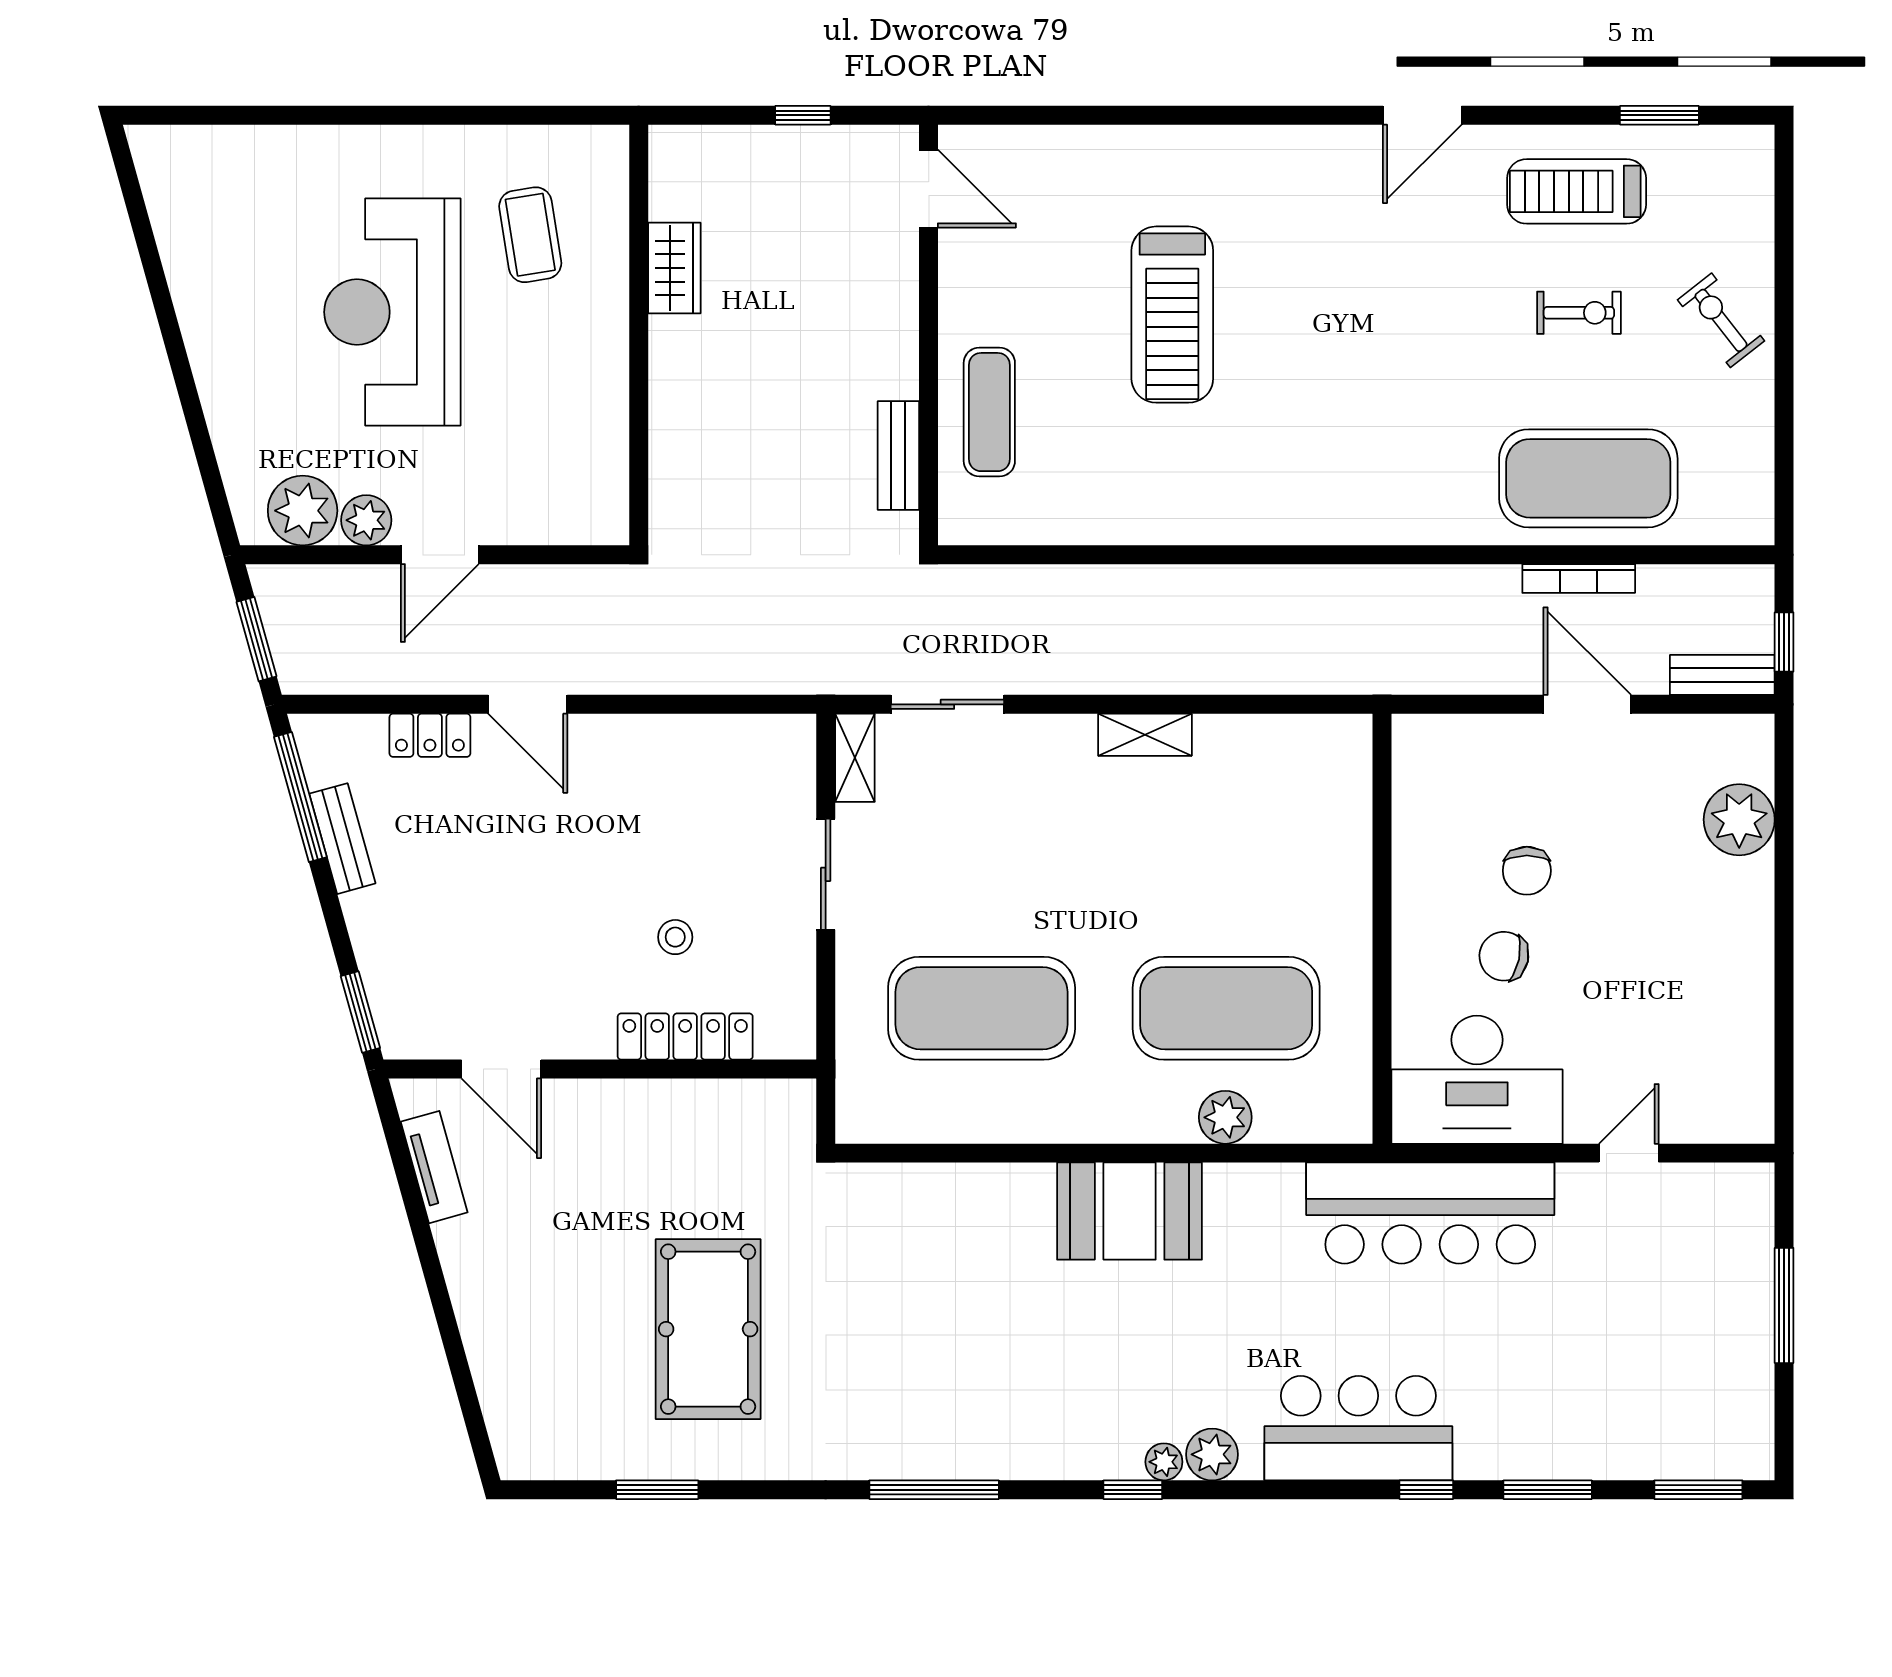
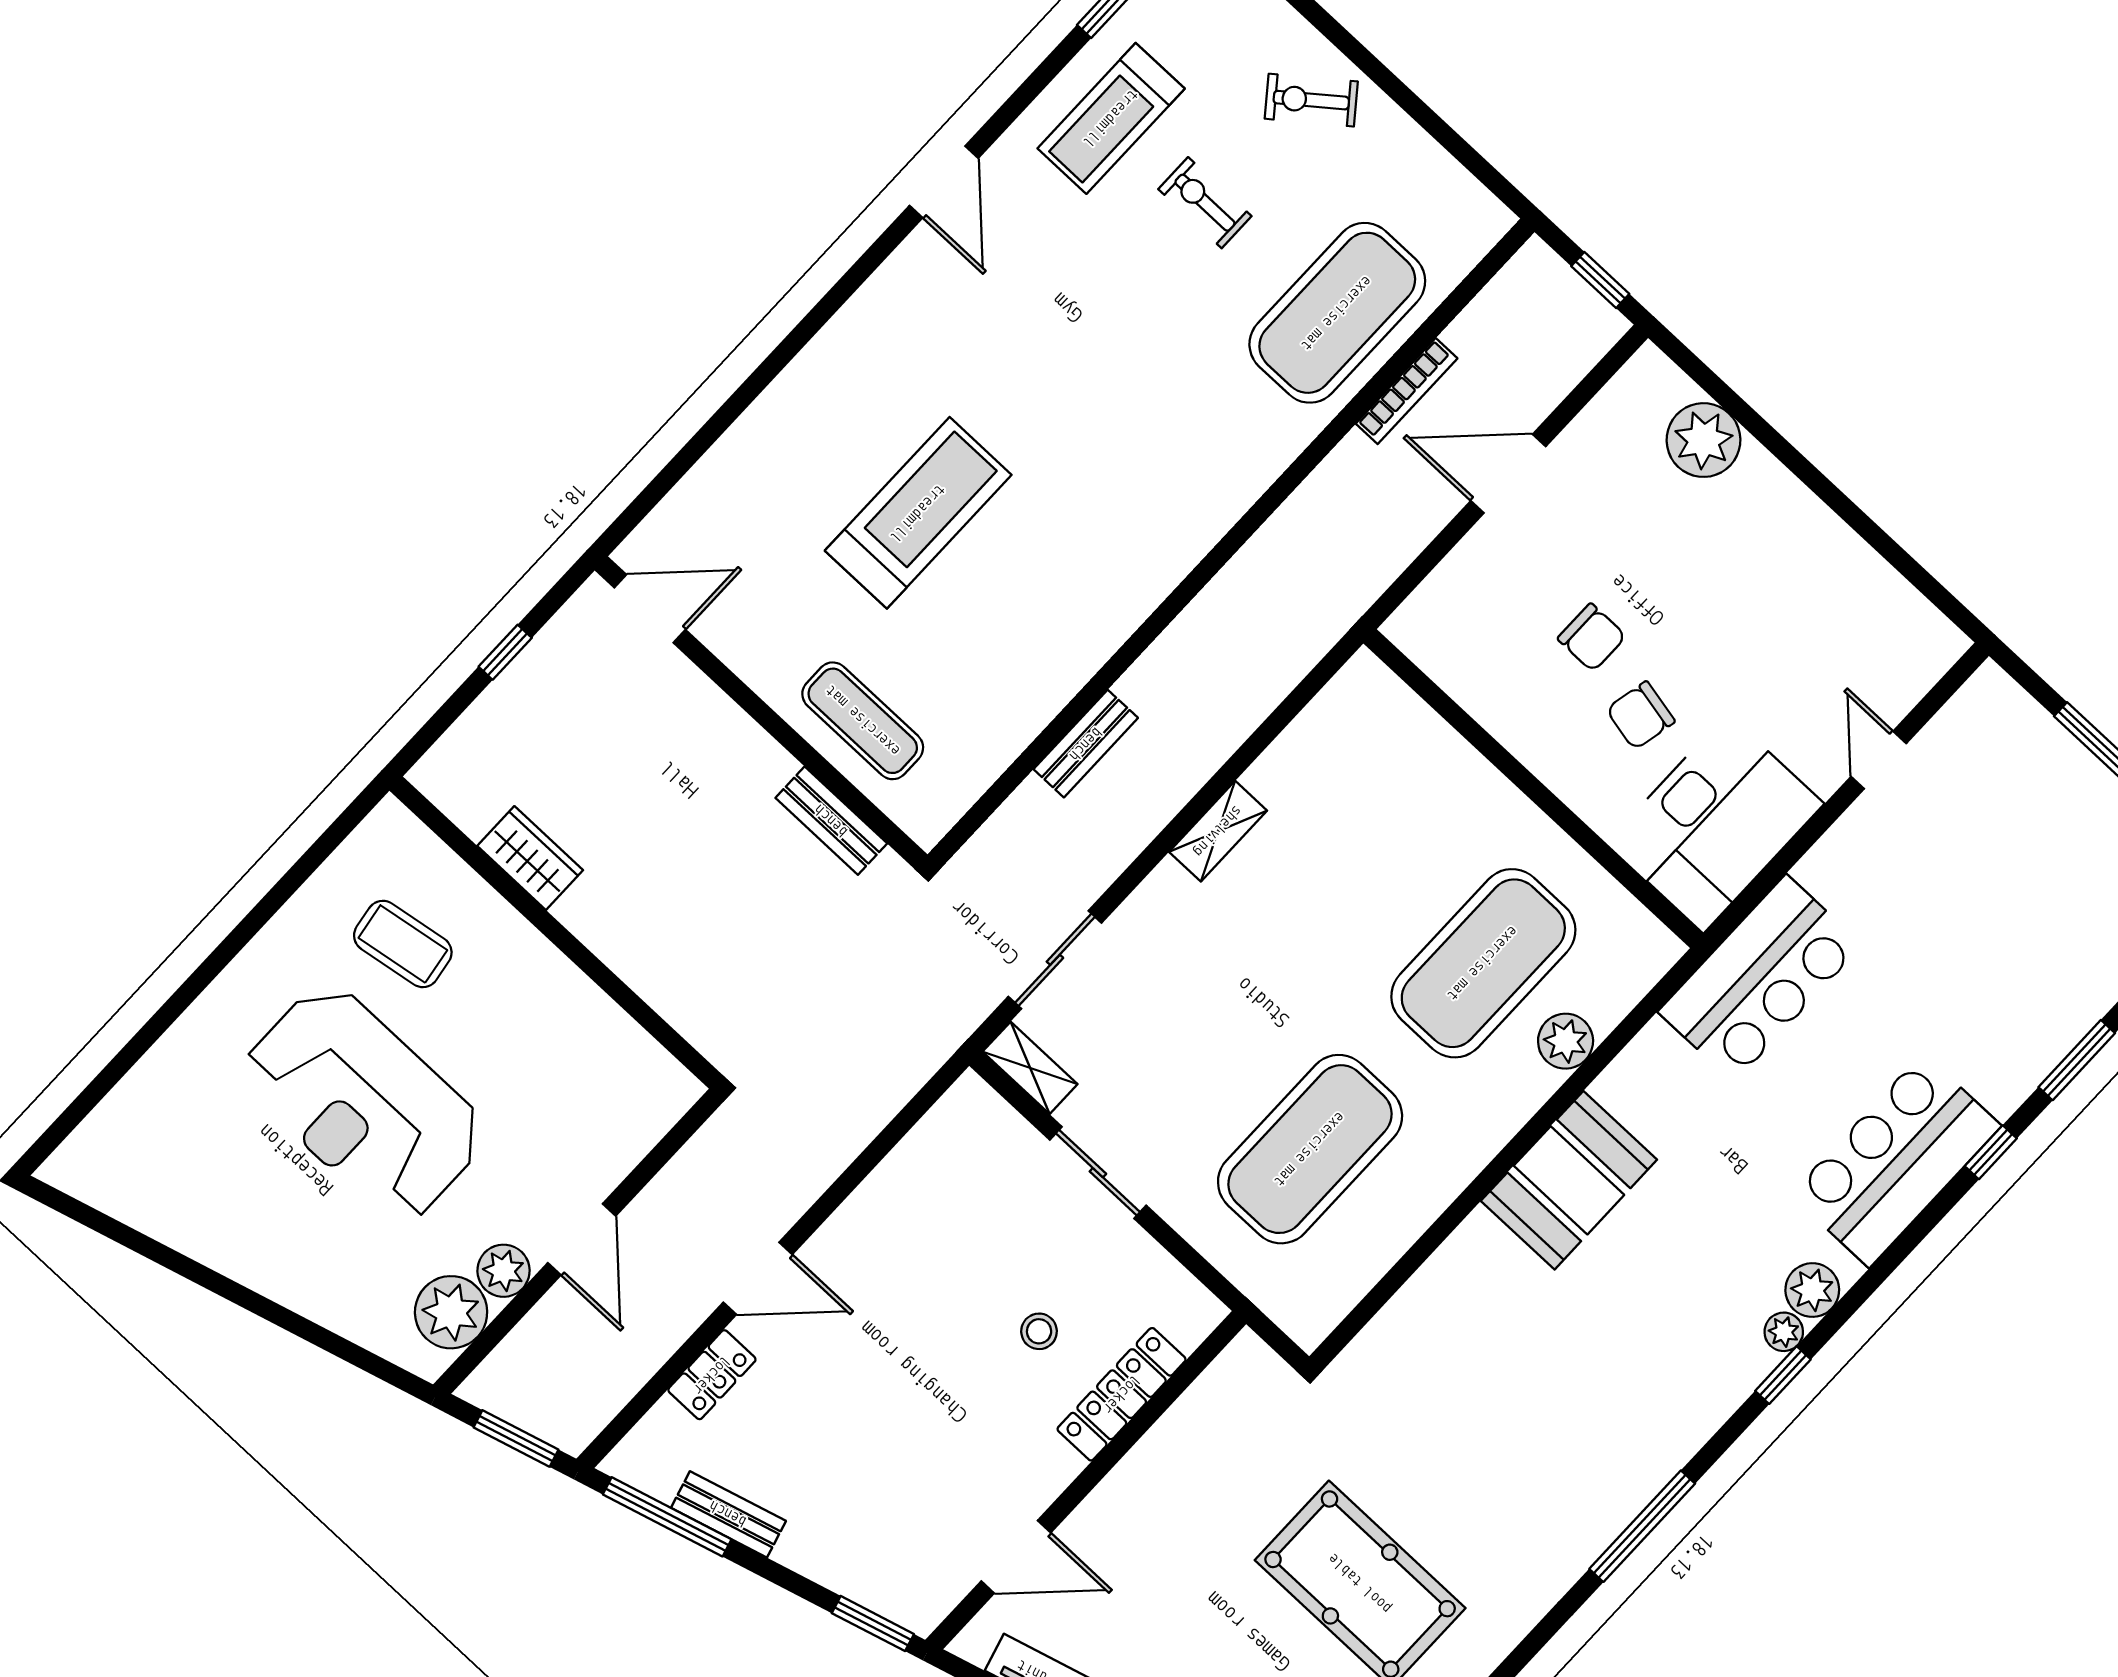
exercise bike: (1579, 313) -> (1205, 203), turned -90
treadmill: (1172, 315) -> (918, 513), turned -90
bench: (1722, 675) -> (1086, 744), moved
bar counter: (1430, 1213) -> (1760, 978), width x0.73

